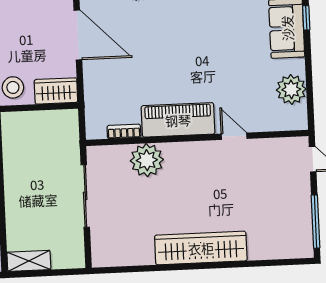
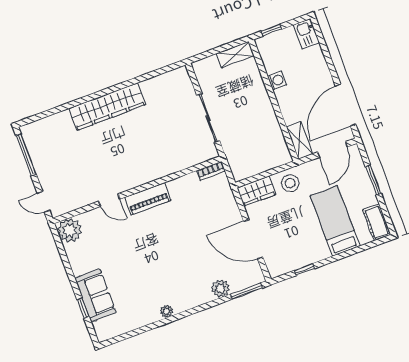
plant: (291, 89) -> (70, 230), moved
piano: (178, 120) -> (148, 199), width x0.73, depth x0.75
bookcase: (124, 131) -> (211, 171), moved
plant: (147, 160) -> (170, 160), removed

